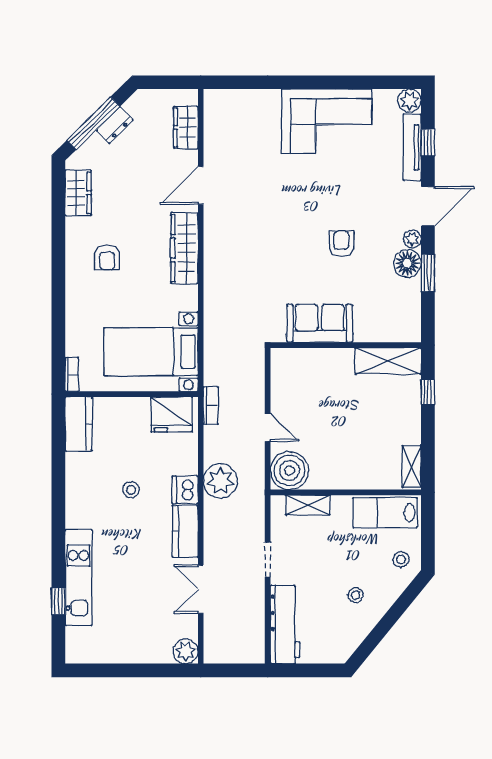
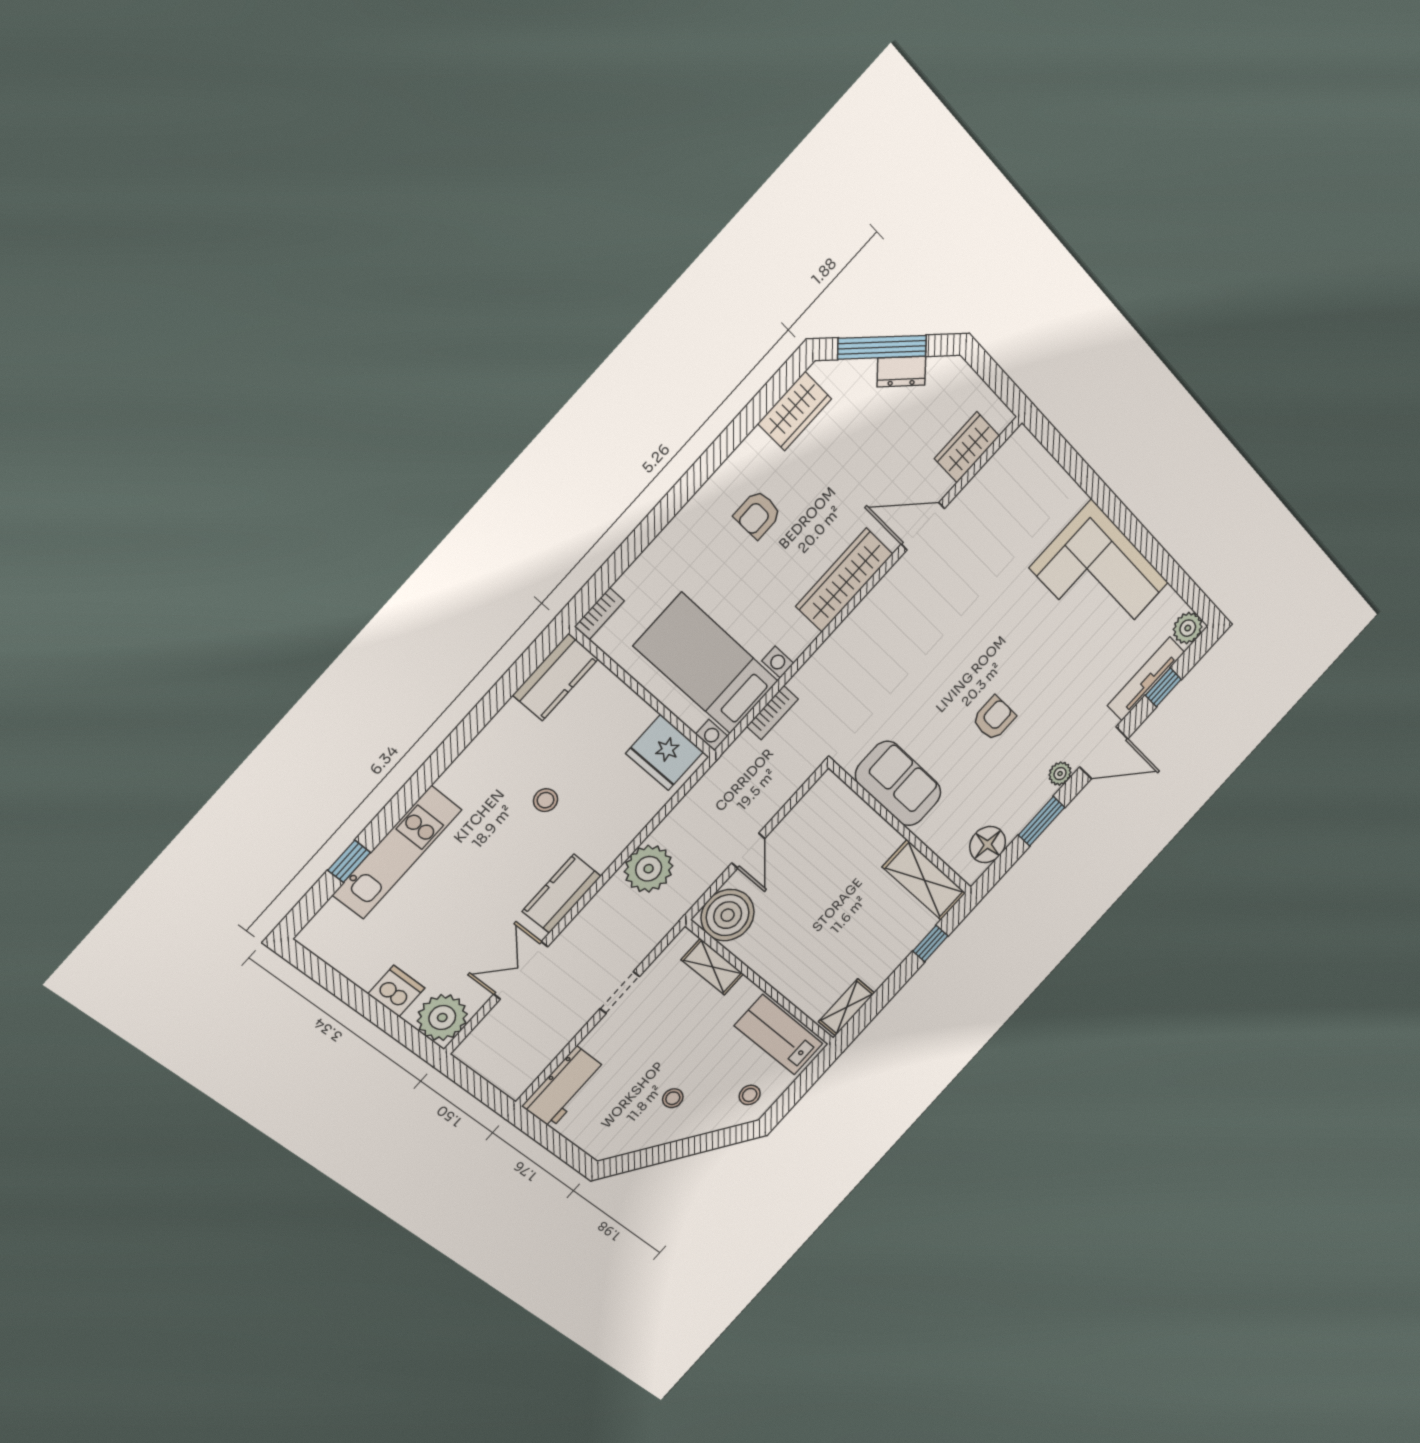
floor lamp: (407, 263) -> (988, 845), moved
bookcase: (211, 406) -> (772, 713), moved
dishwasher: (185, 490) -> (396, 991), moved, turned 90
workbench: (285, 625) -> (564, 1087), width x0.73
plant: (186, 651) -> (442, 1018), width x1.36, depth x1.36

